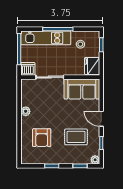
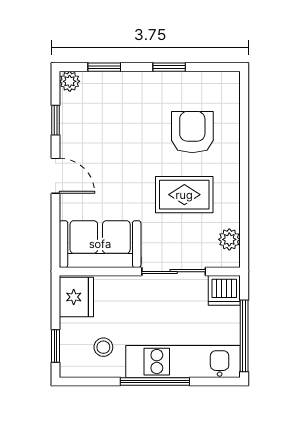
plant: (26, 111) -> (229, 239), moved
rug: (76, 137) -> (184, 195), moved

